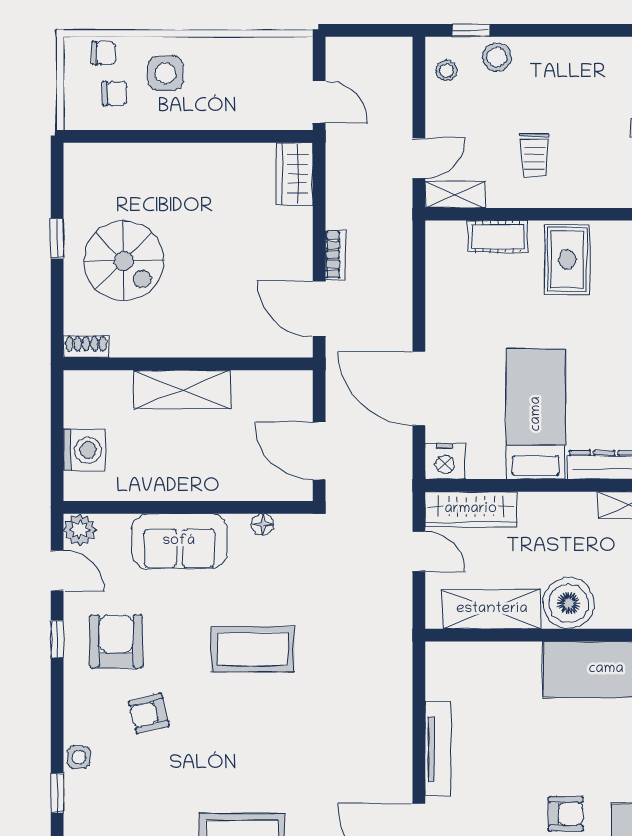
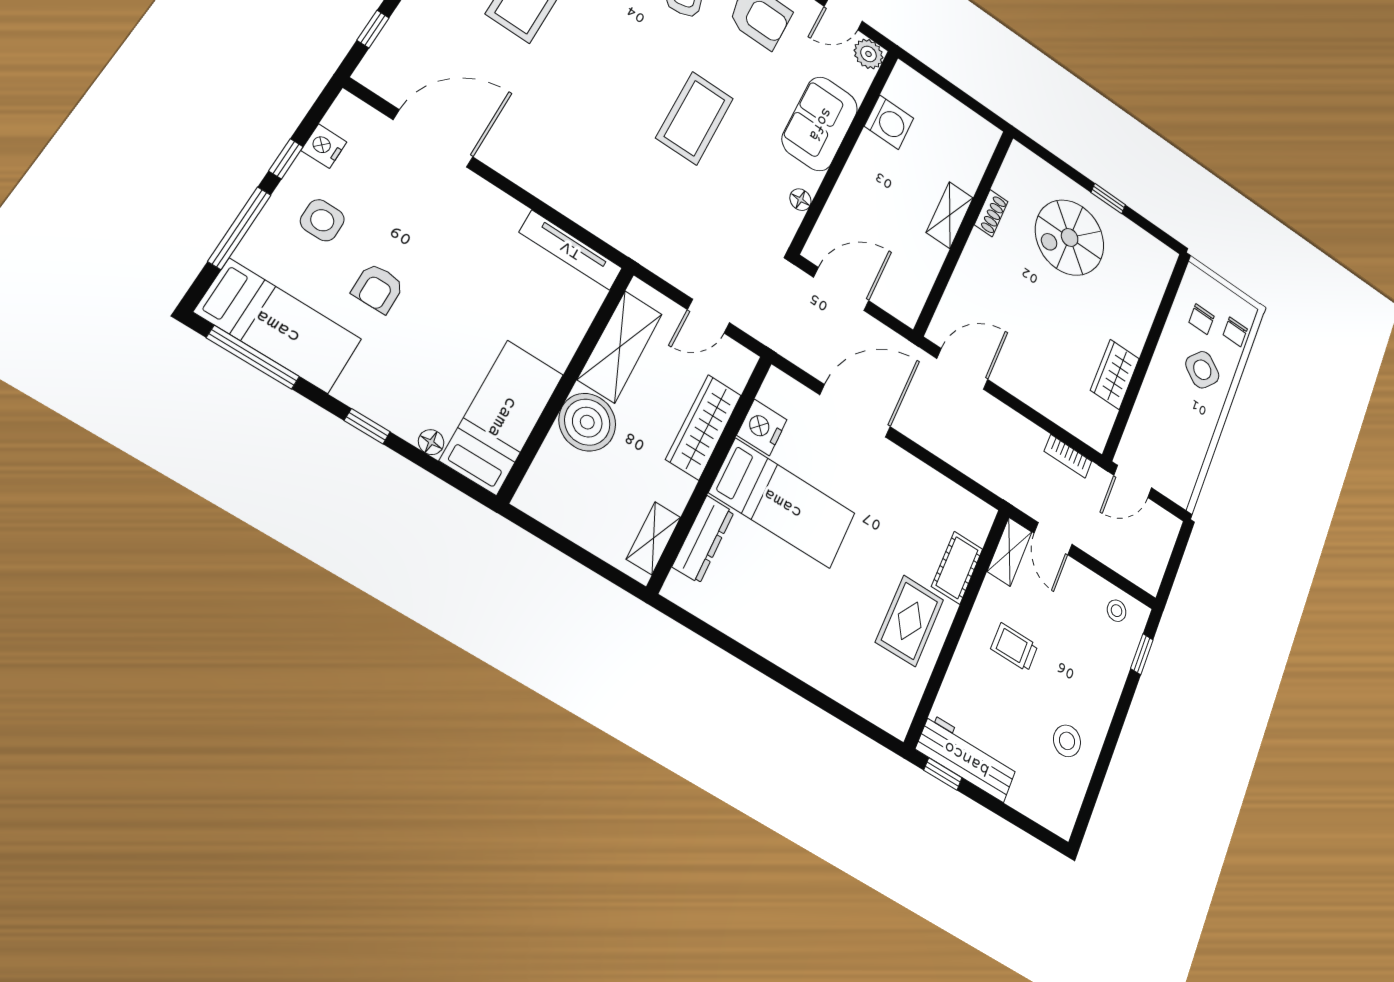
stool: (497, 57) -> (1067, 741), moved
side table: (165, 73) -> (1202, 370), turned 37
wardrobe: (295, 174) -> (1115, 374), moved, turned -90
bookcase: (335, 255) -> (1068, 456), moved
rug: (567, 259) -> (910, 621), turned 90
shoe rack: (86, 347) -> (991, 213), moved
shelving: (182, 389) -> (950, 215), width x0.67, depth x0.75
washing machine: (84, 450) -> (889, 122), moved, turned -90
nightstand: (445, 461) -> (762, 427), moved
wardrobe: (471, 509) -> (704, 427), moved
tv unit: (438, 749) -> (571, 250), moved

